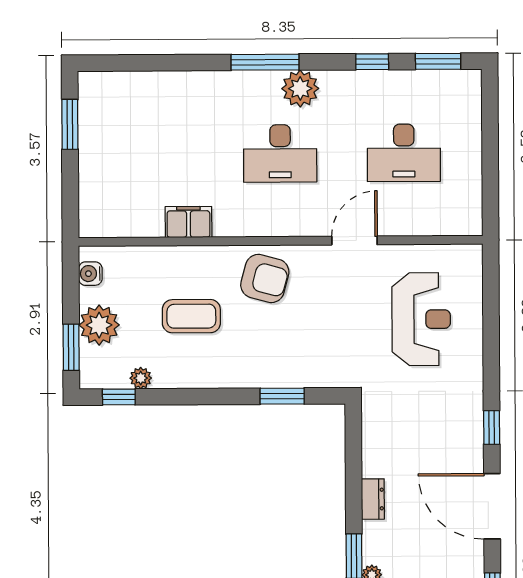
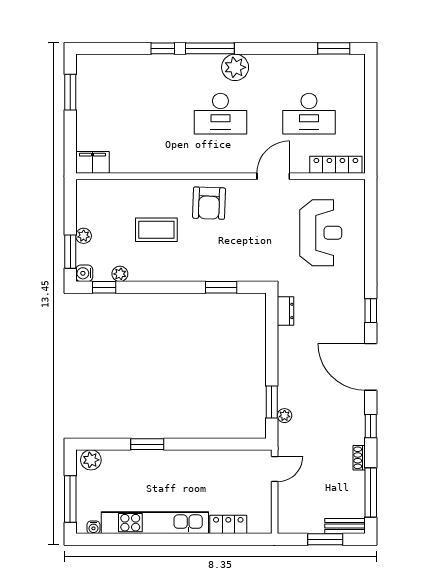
window: (372, 62) -> (163, 48), moved
filing cabinet: (188, 222) -> (92, 162), moved
locker: (442, 224) -> (336, 165), added
water cooler: (90, 274) -> (84, 273), moved
armchair: (265, 278) -> (209, 203), turned 77
plant: (99, 325) -> (84, 236), width x0.53, depth x0.53
dresser: (373, 499) -> (286, 311), moved

